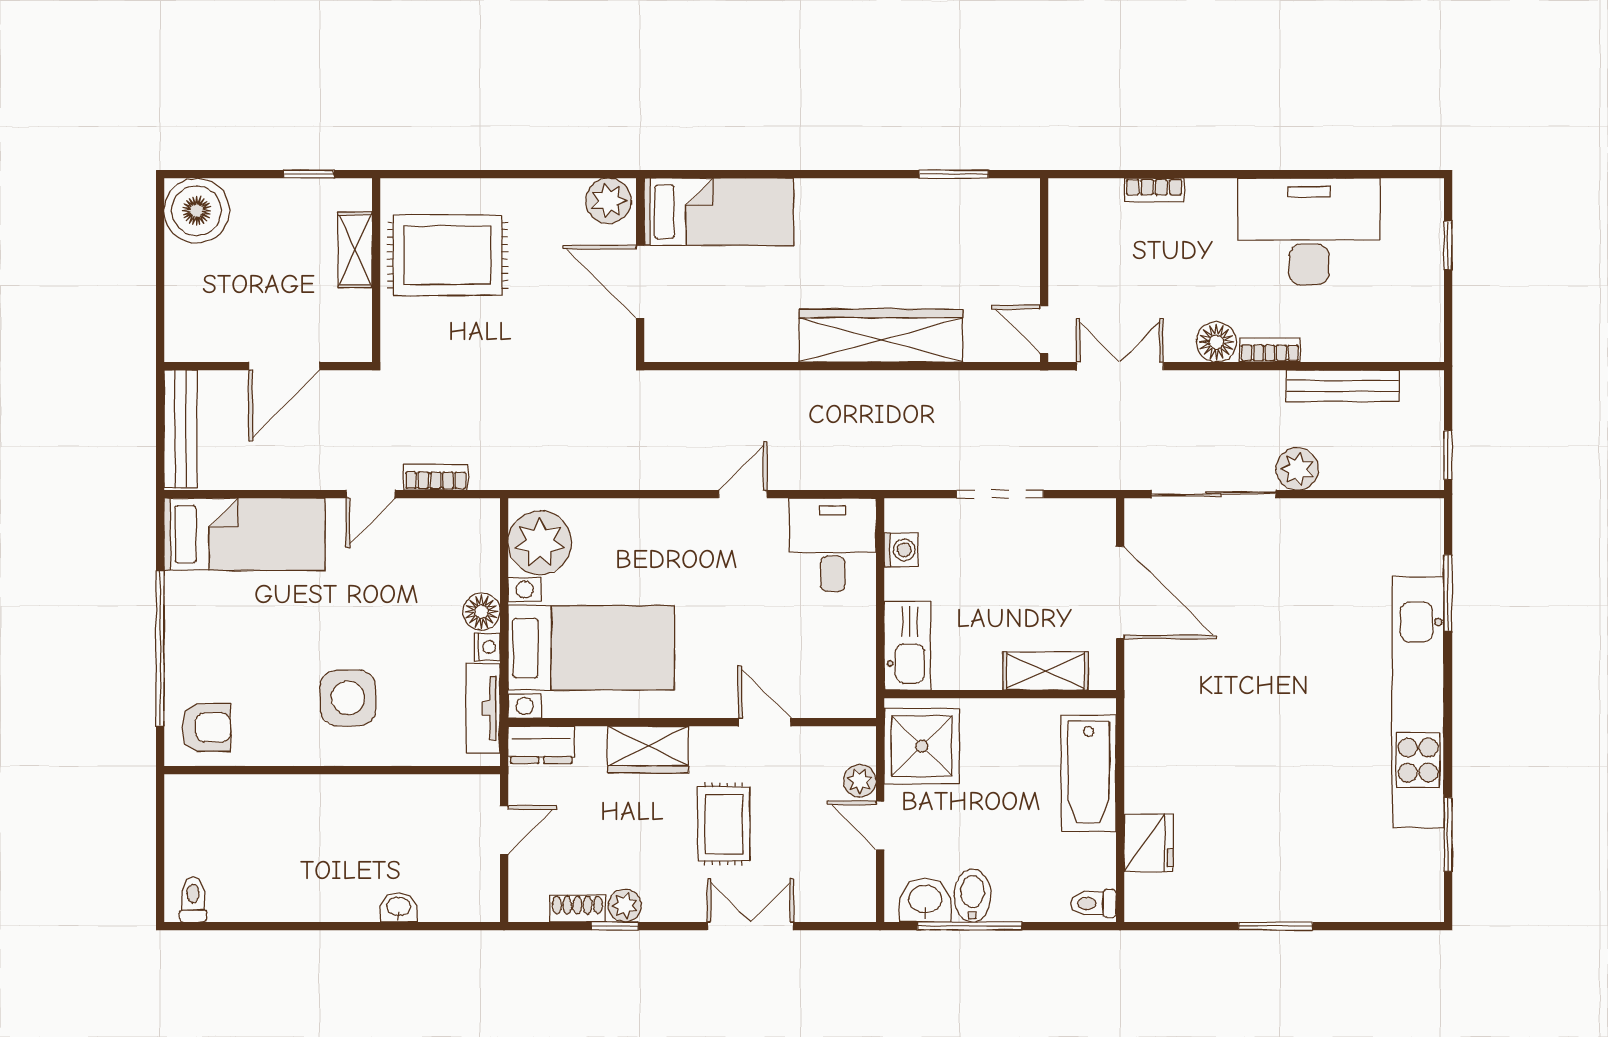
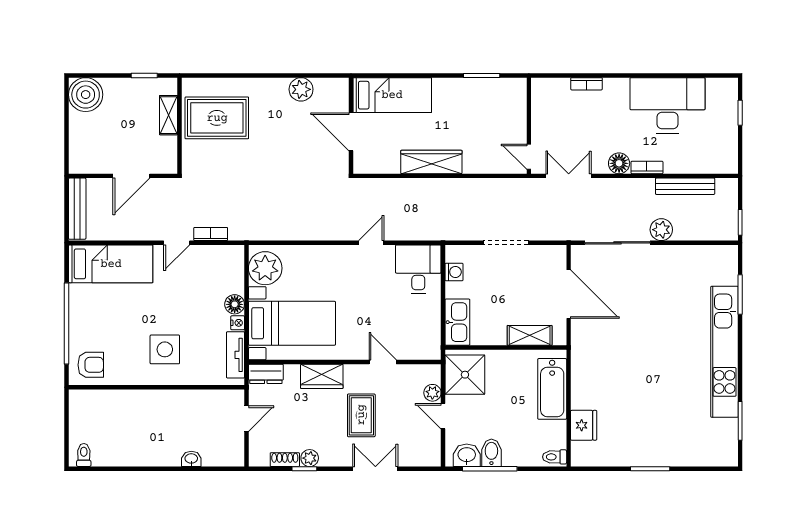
bed: (719, 212) -> (392, 95), moved
wall: (640, 270) -> (351, 126), moved
door: (640, 282) -> (351, 132), moved
wardrobe: (881, 336) -> (431, 162), width x0.71, depth x0.85

